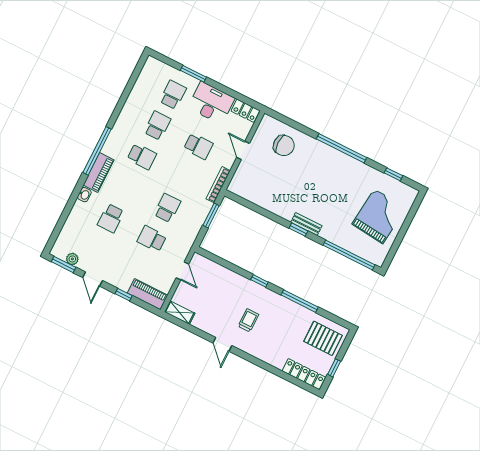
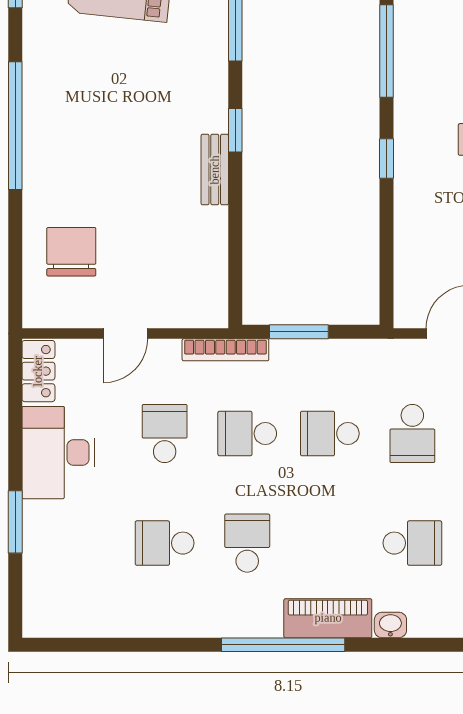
school desk: (173, 95) -> (247, 434), moved
bench: (306, 224) -> (215, 170), moved

